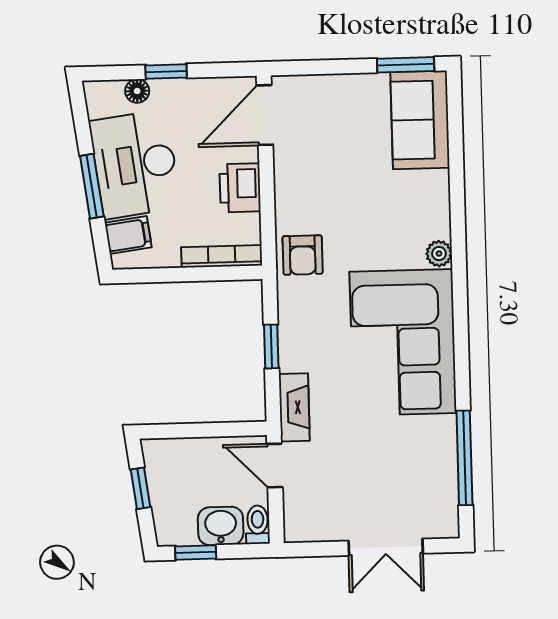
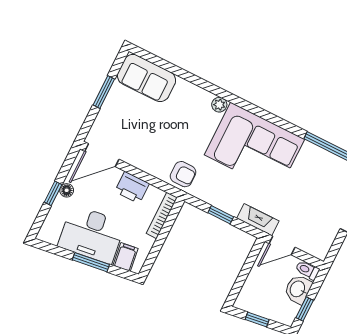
window: (406, 65) -> (104, 92), moved
floor lamp: (137, 91) -> (67, 190), moved
door: (265, 115) -> (102, 155), hinge flipped

